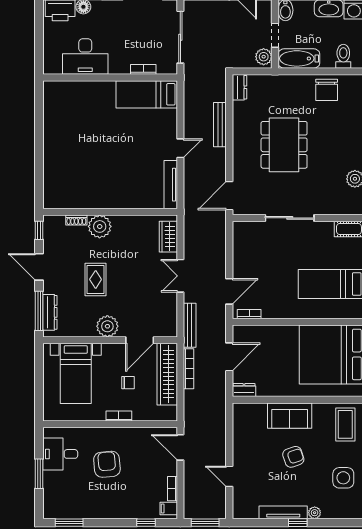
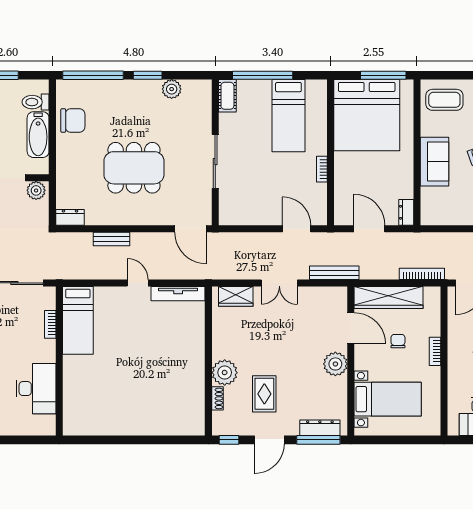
bathtub: (299, 58) -> (38, 135), moved
bench: (220, 125) -> (111, 239), width x0.73
rug: (96, 279) -> (264, 394), moved, turned 90
bookcase: (249, 314) -> (322, 169), moved
bookcase: (189, 369) -> (422, 274), moved

